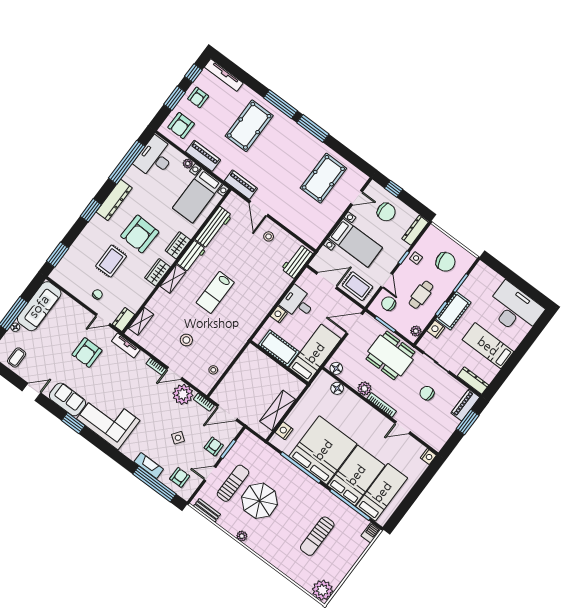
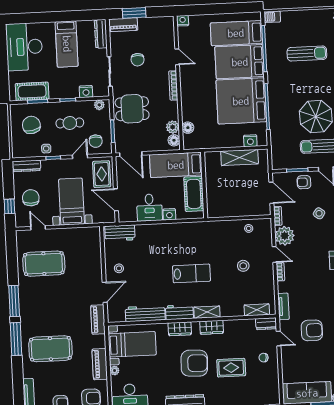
cot: (453, 311) -> (32, 91), moved
dining table: (390, 355) -> (132, 109), width x0.73
plant: (364, 388) -> (173, 127), moved

